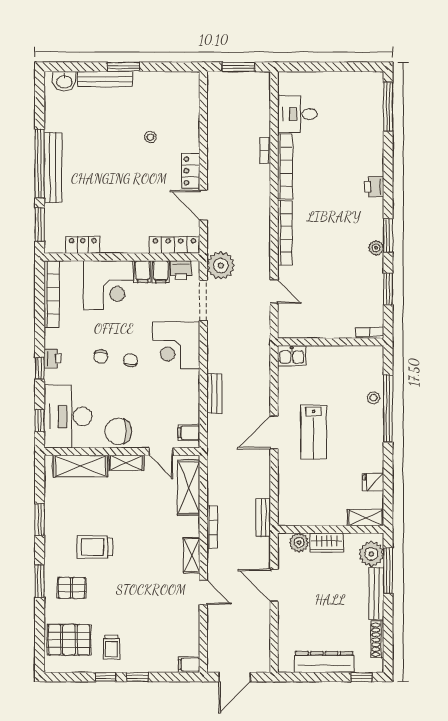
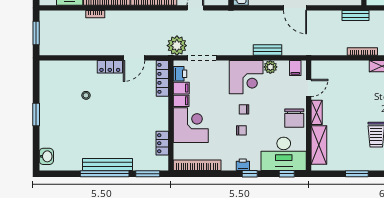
bench: (105, 79) -> (45, 128), removed
corner desk: (176, 345) -> (246, 77), moved
plant: (190, 398) -> (270, 67), added
shelving: (189, 488) -> (334, 68), removed

